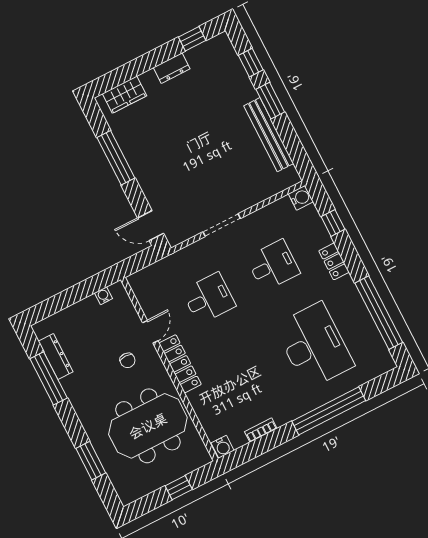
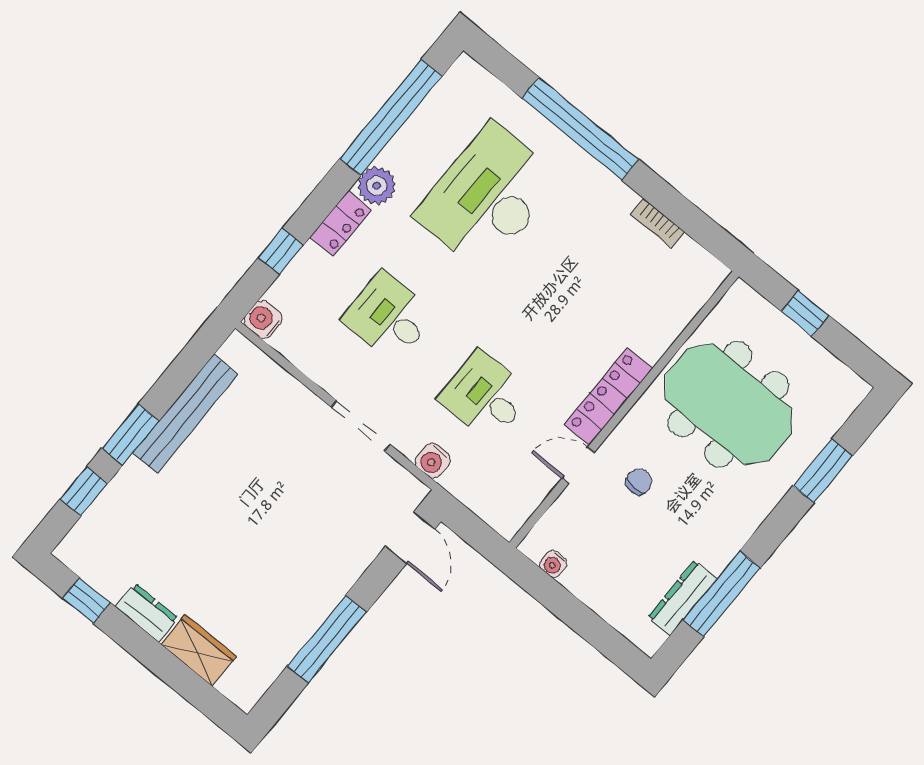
wardrobe: (124, 95) -> (199, 650), moved
plant: (346, 289) -> (377, 186), added
water cooler: (223, 447) -> (433, 460), moved, turned 180

